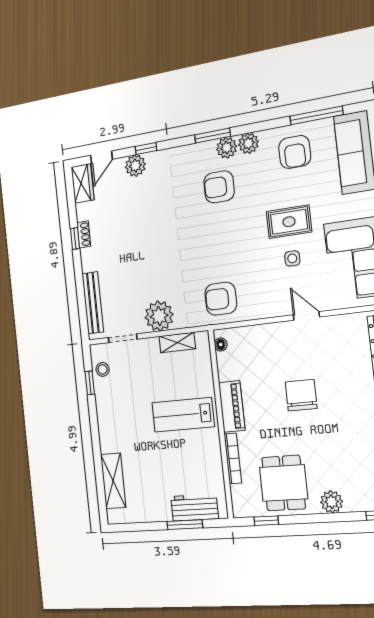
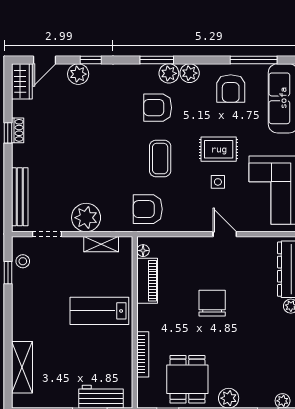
coffee table: (228, 242) -> (160, 159), added
piano: (232, 406) -> (147, 281), moved

